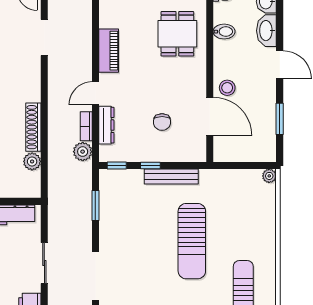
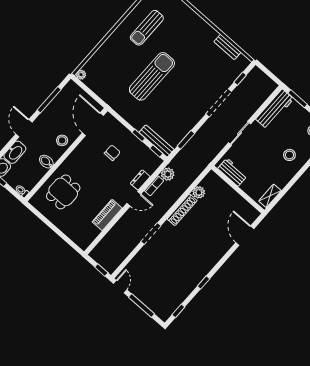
bidet: (224, 32) -> (46, 162), moved
doorway: (44, 37) -> (151, 234), moved
door: (210, 116) -> (93, 124), moved
window: (280, 119) -> (49, 100), width x1.44
dresser: (106, 125) -> (140, 180), width x0.70
bench: (171, 176) -> (157, 141), moved

